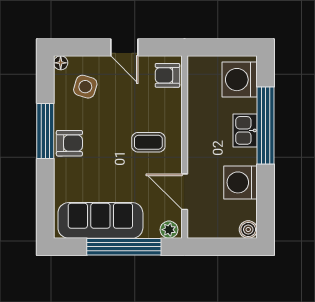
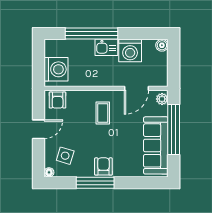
washing machine: (240, 80) -> (56, 69), moved, turned -90
kitchen sink: (245, 130) -> (106, 47), moved

